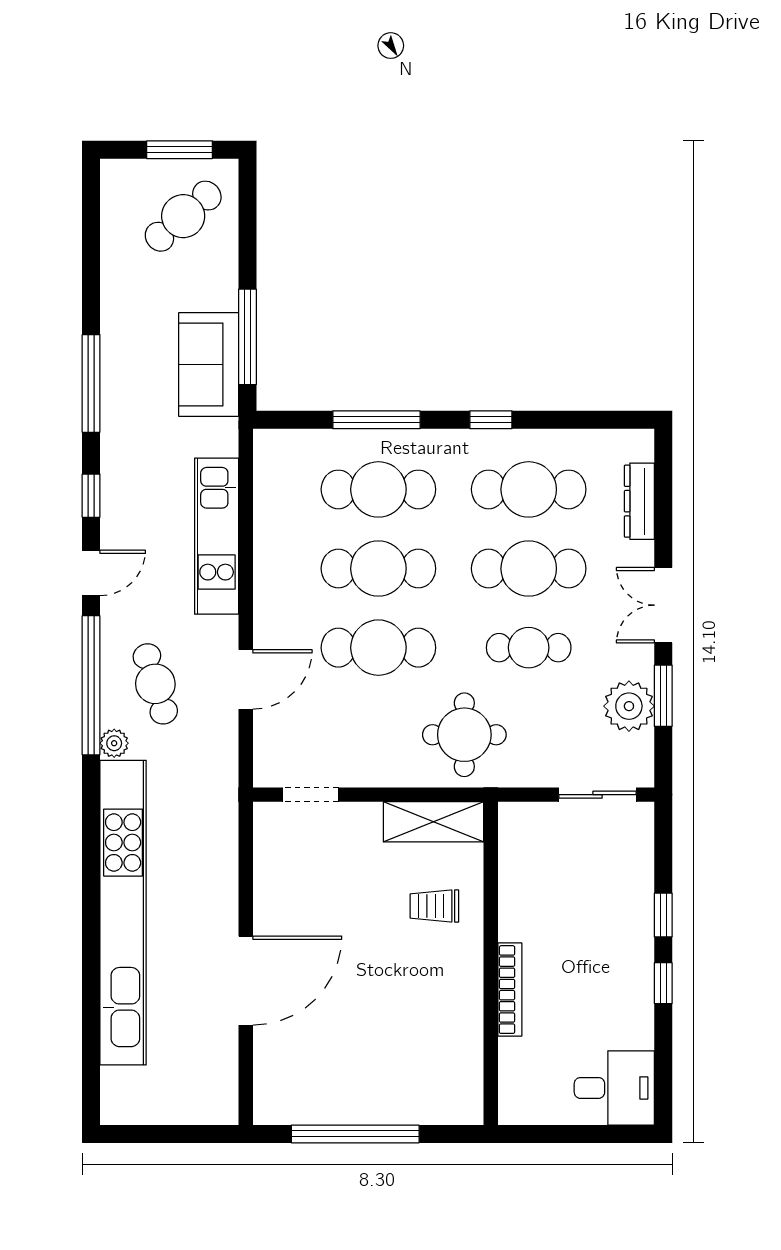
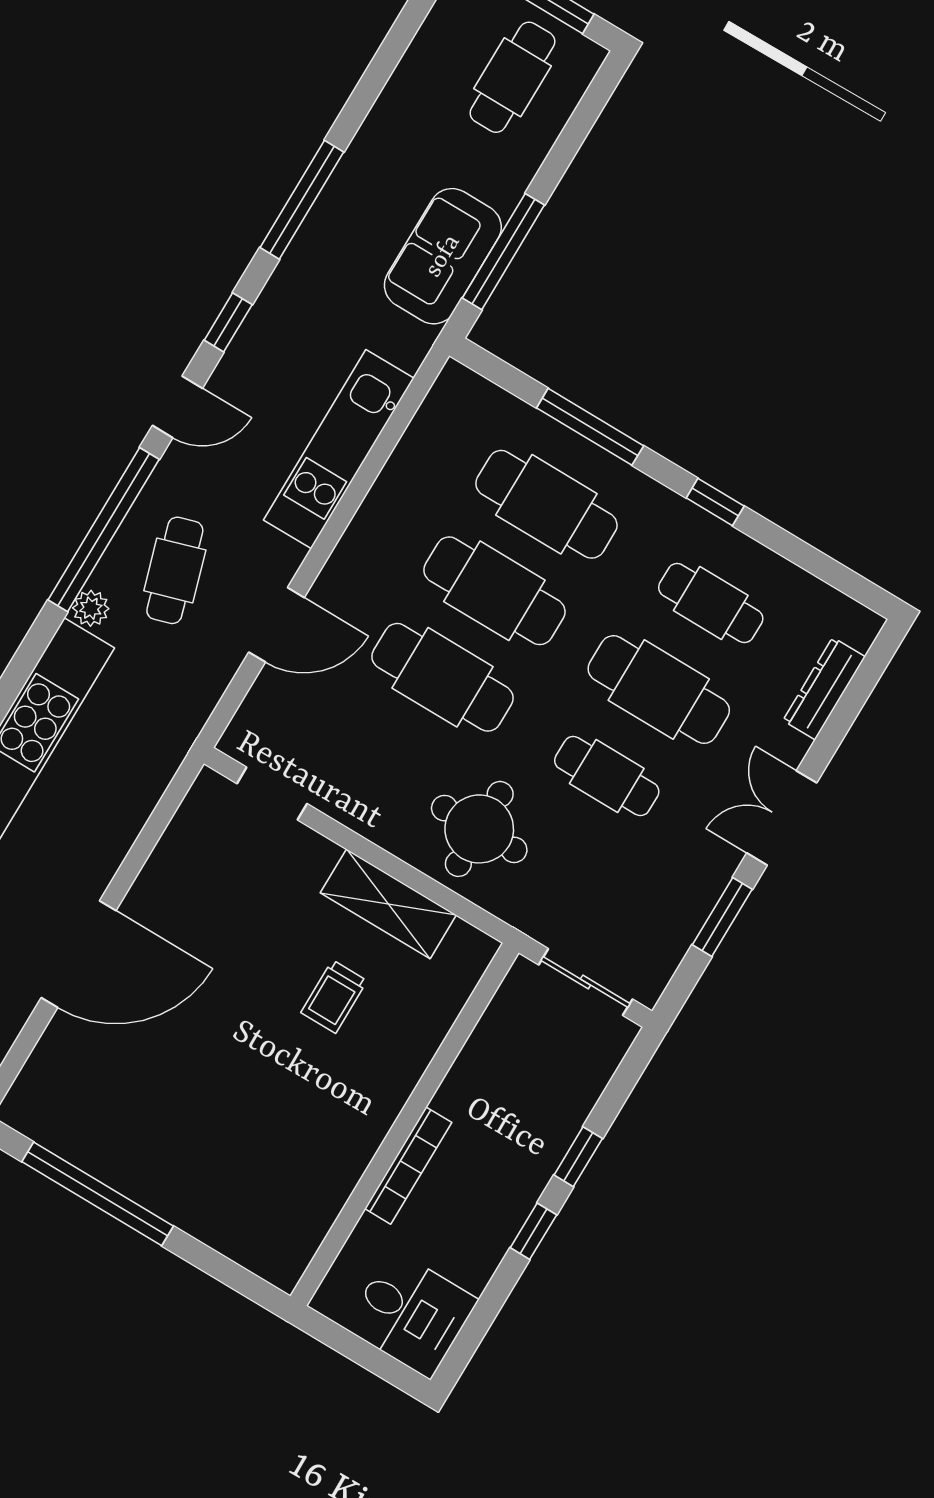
cafe table: (183, 216) -> (513, 77), turned -49
cafe table: (529, 489) -> (711, 603), width x0.73, depth x0.74
plant: (629, 706) -> (678, 906), removed
trolley: (434, 906) -> (334, 997), turned -90
wall: (491, 963) -> (405, 1124), moved
bookcase: (510, 990) -> (408, 1166), moved

